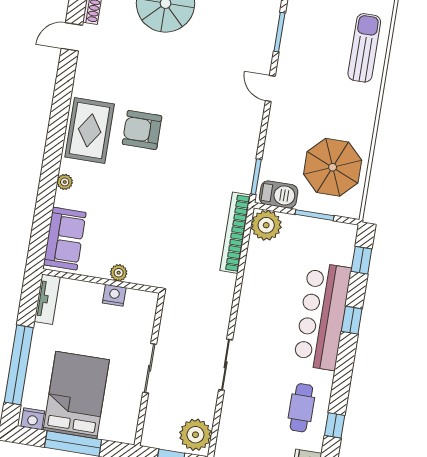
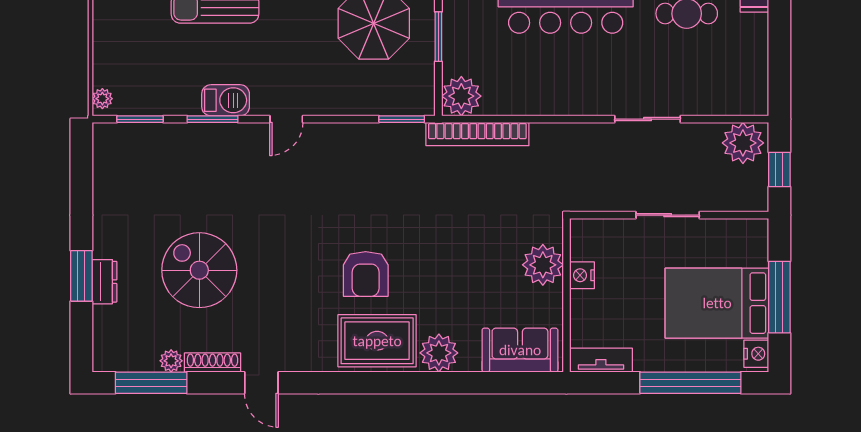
plant: (65, 182) -> (439, 353), width x1.87, depth x1.87
barbecue: (279, 194) -> (226, 100), moved, turned 90
plant: (119, 273) -> (543, 265), width x1.87, depth x1.87

